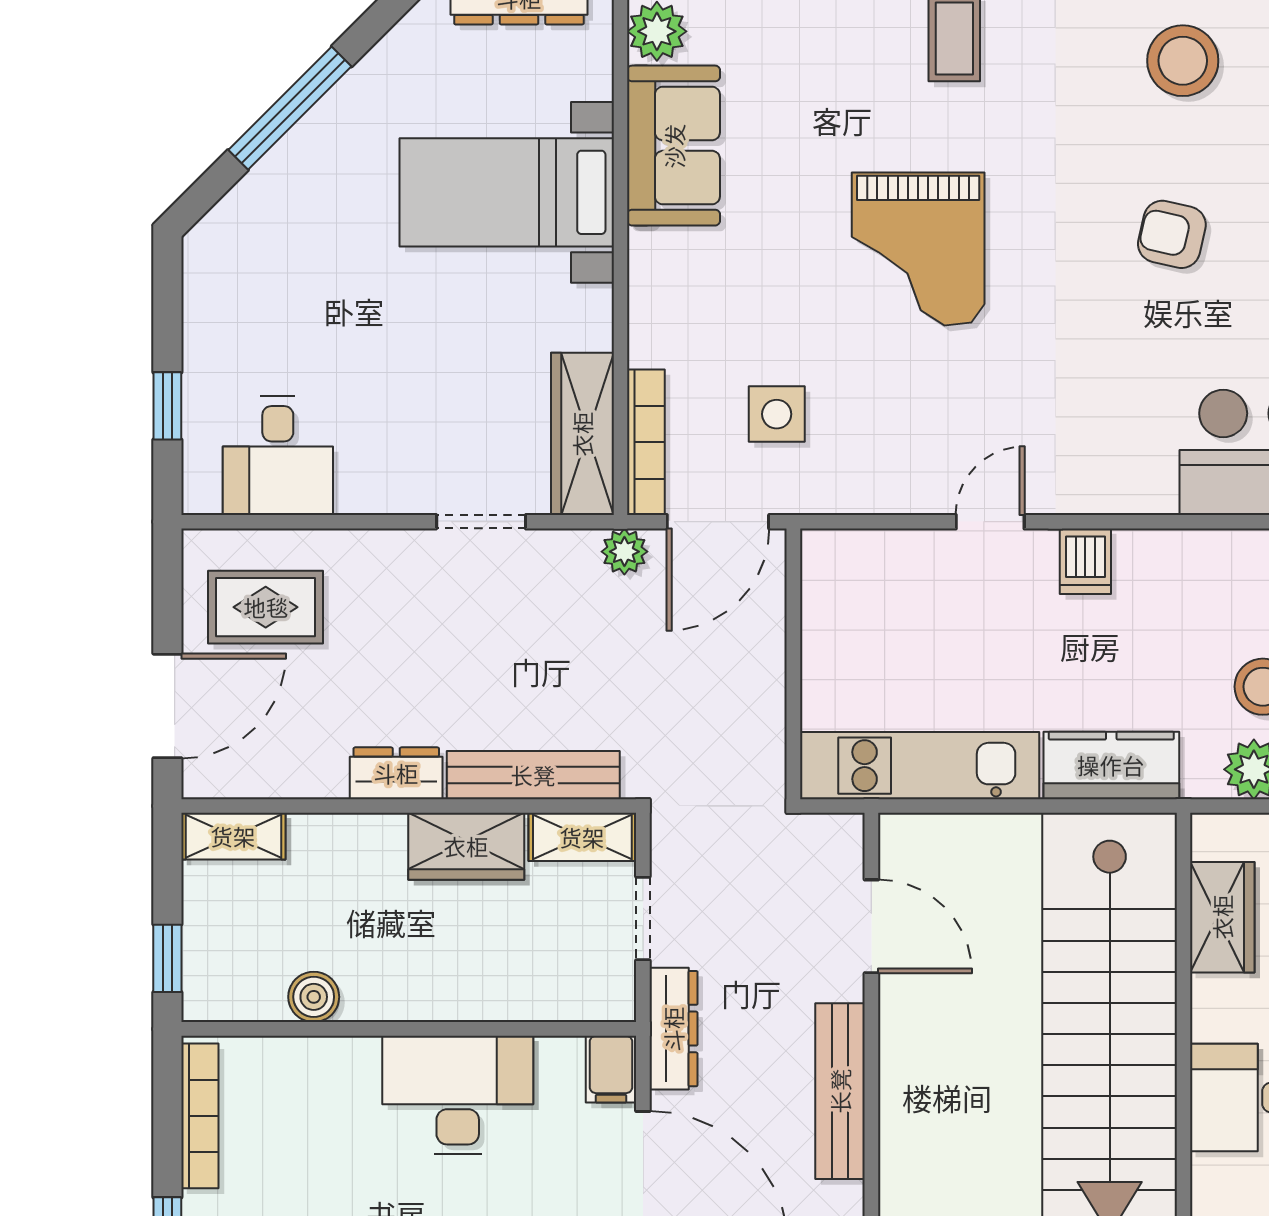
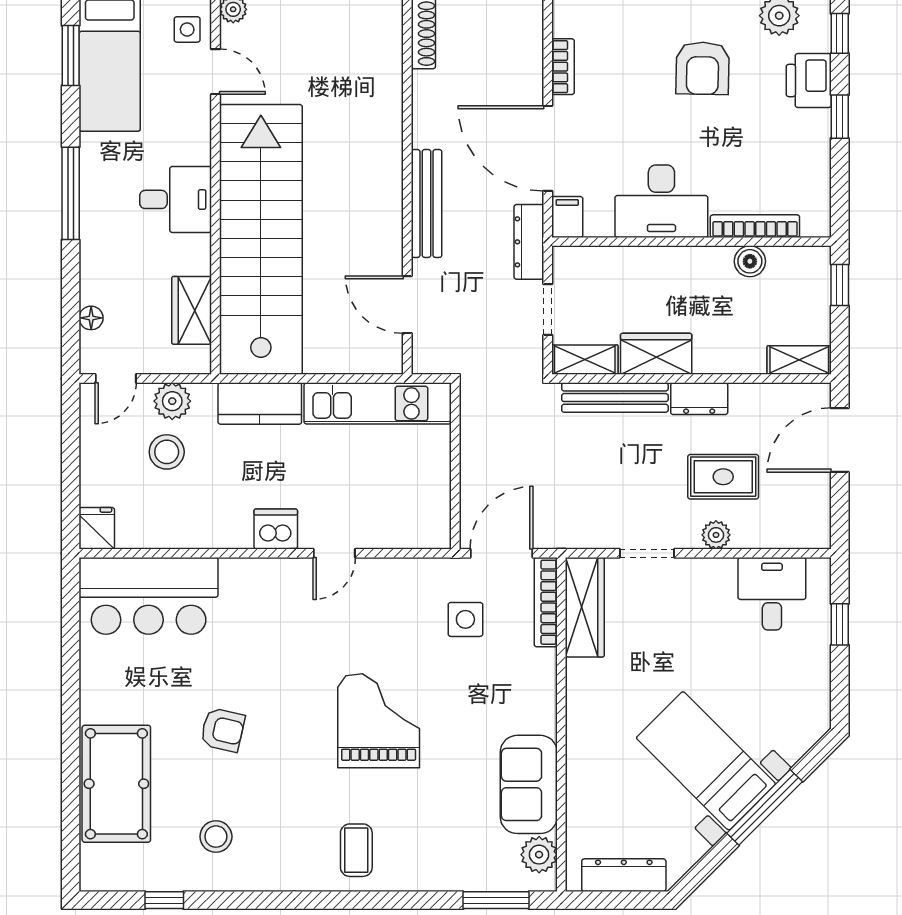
stool: (1183, 61) -> (216, 837), width x0.73, depth x0.73
bed with nightstands: (507, 192) -> (706, 761), moved, turned -135
plant: (624, 552) -> (716, 535), moved
dishwasher: (1085, 561) -> (276, 529), width x1.38
rug: (266, 607) -> (723, 477), moved
bookcase: (200, 1116) -> (755, 226), moved, turned 90

